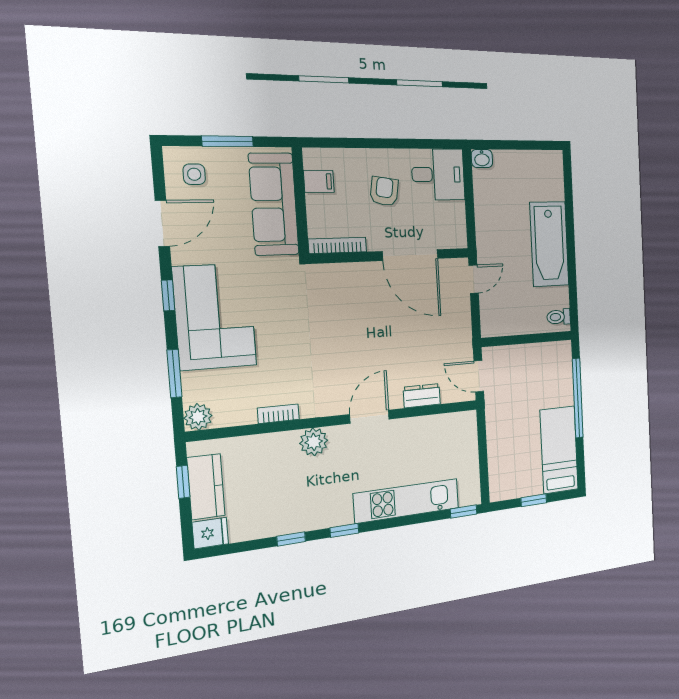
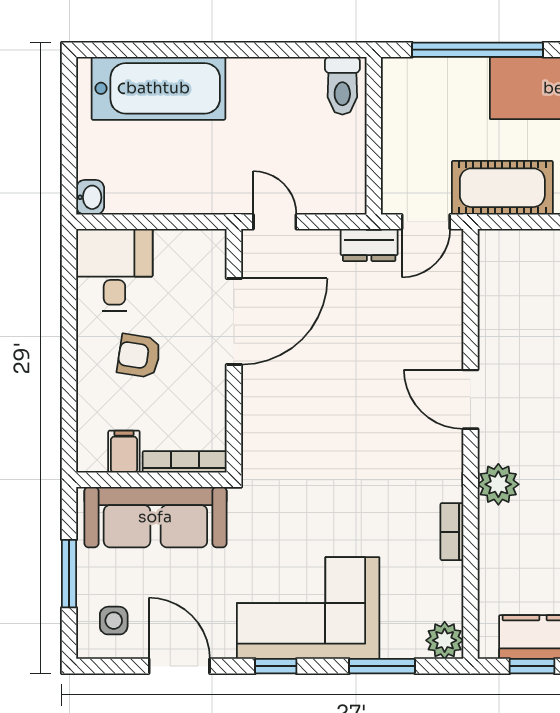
bathtub: (549, 244) -> (158, 88), moved
bookcase: (338, 245) -> (185, 462), moved, turned 90
toilet: (559, 317) -> (342, 86), width x1.37, depth x1.39
dresser: (422, 396) -> (369, 245), moved, turned -90
cot: (501, 422) -> (502, 188), added

